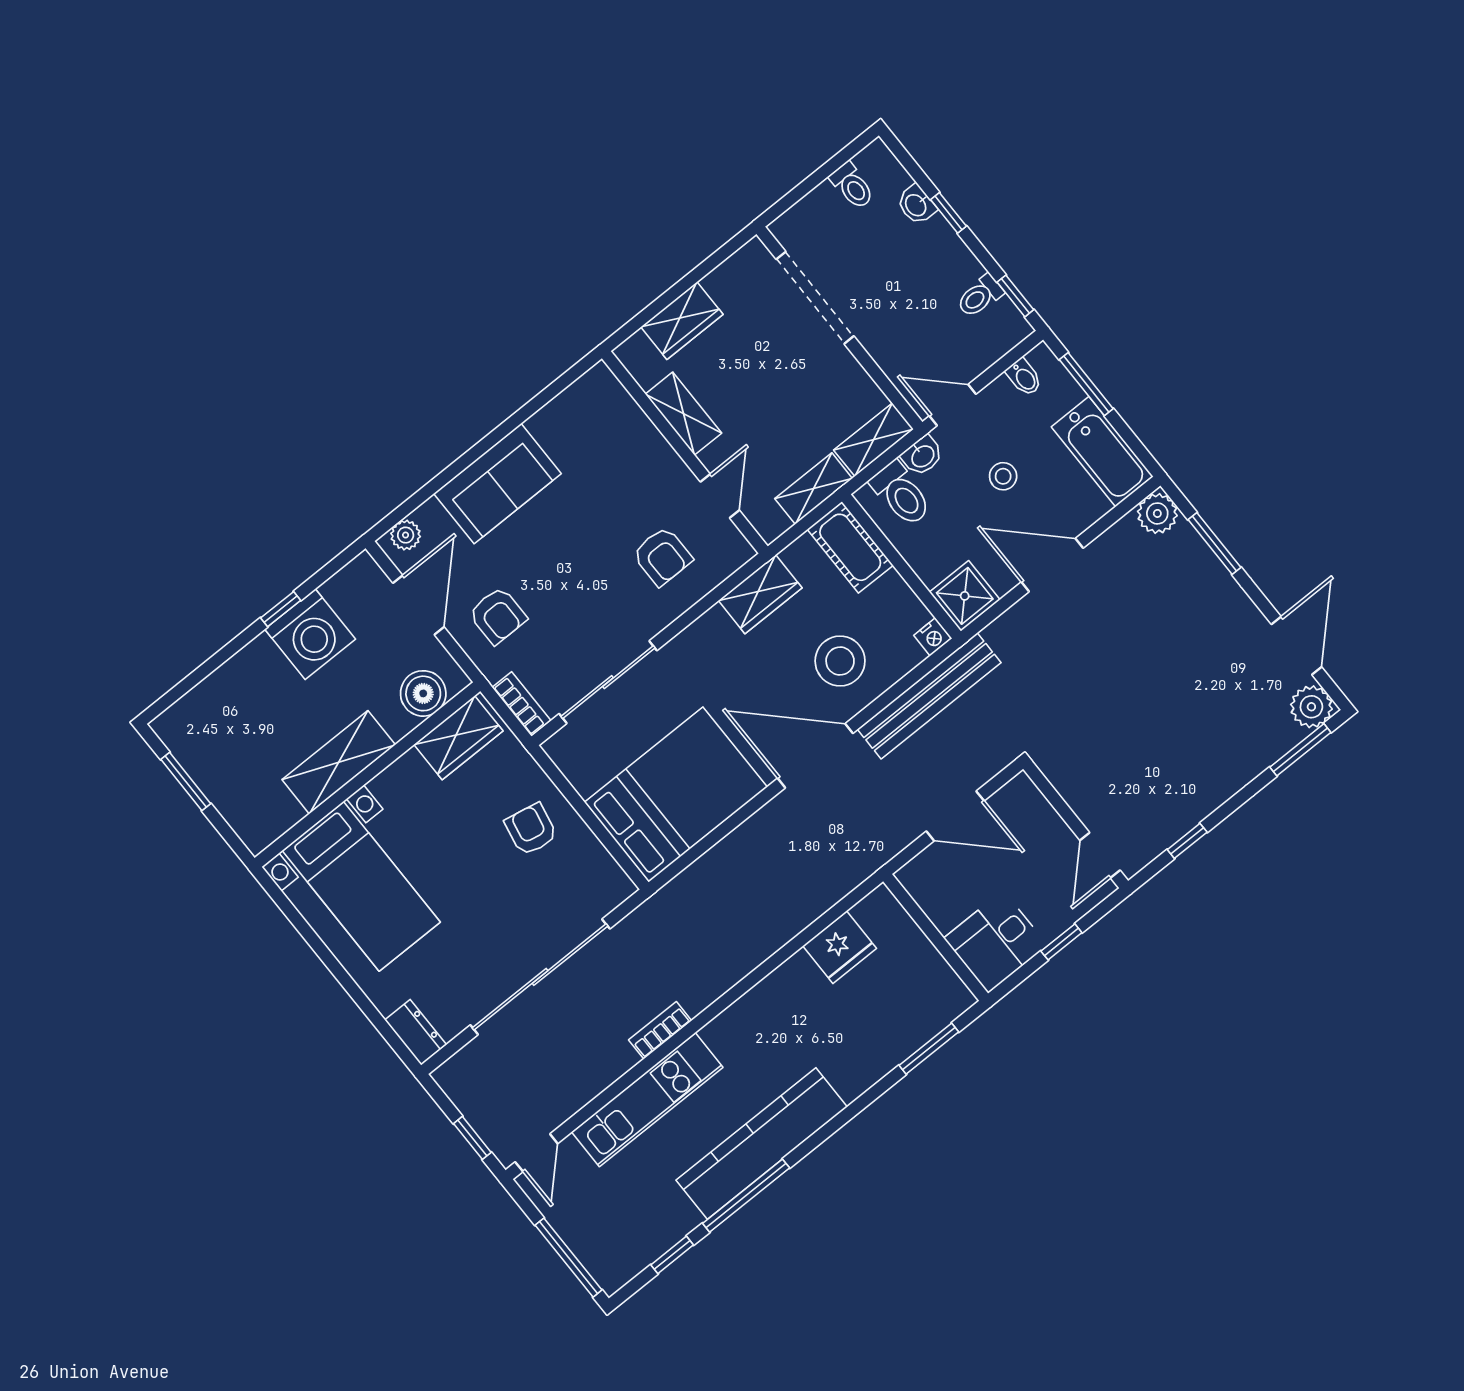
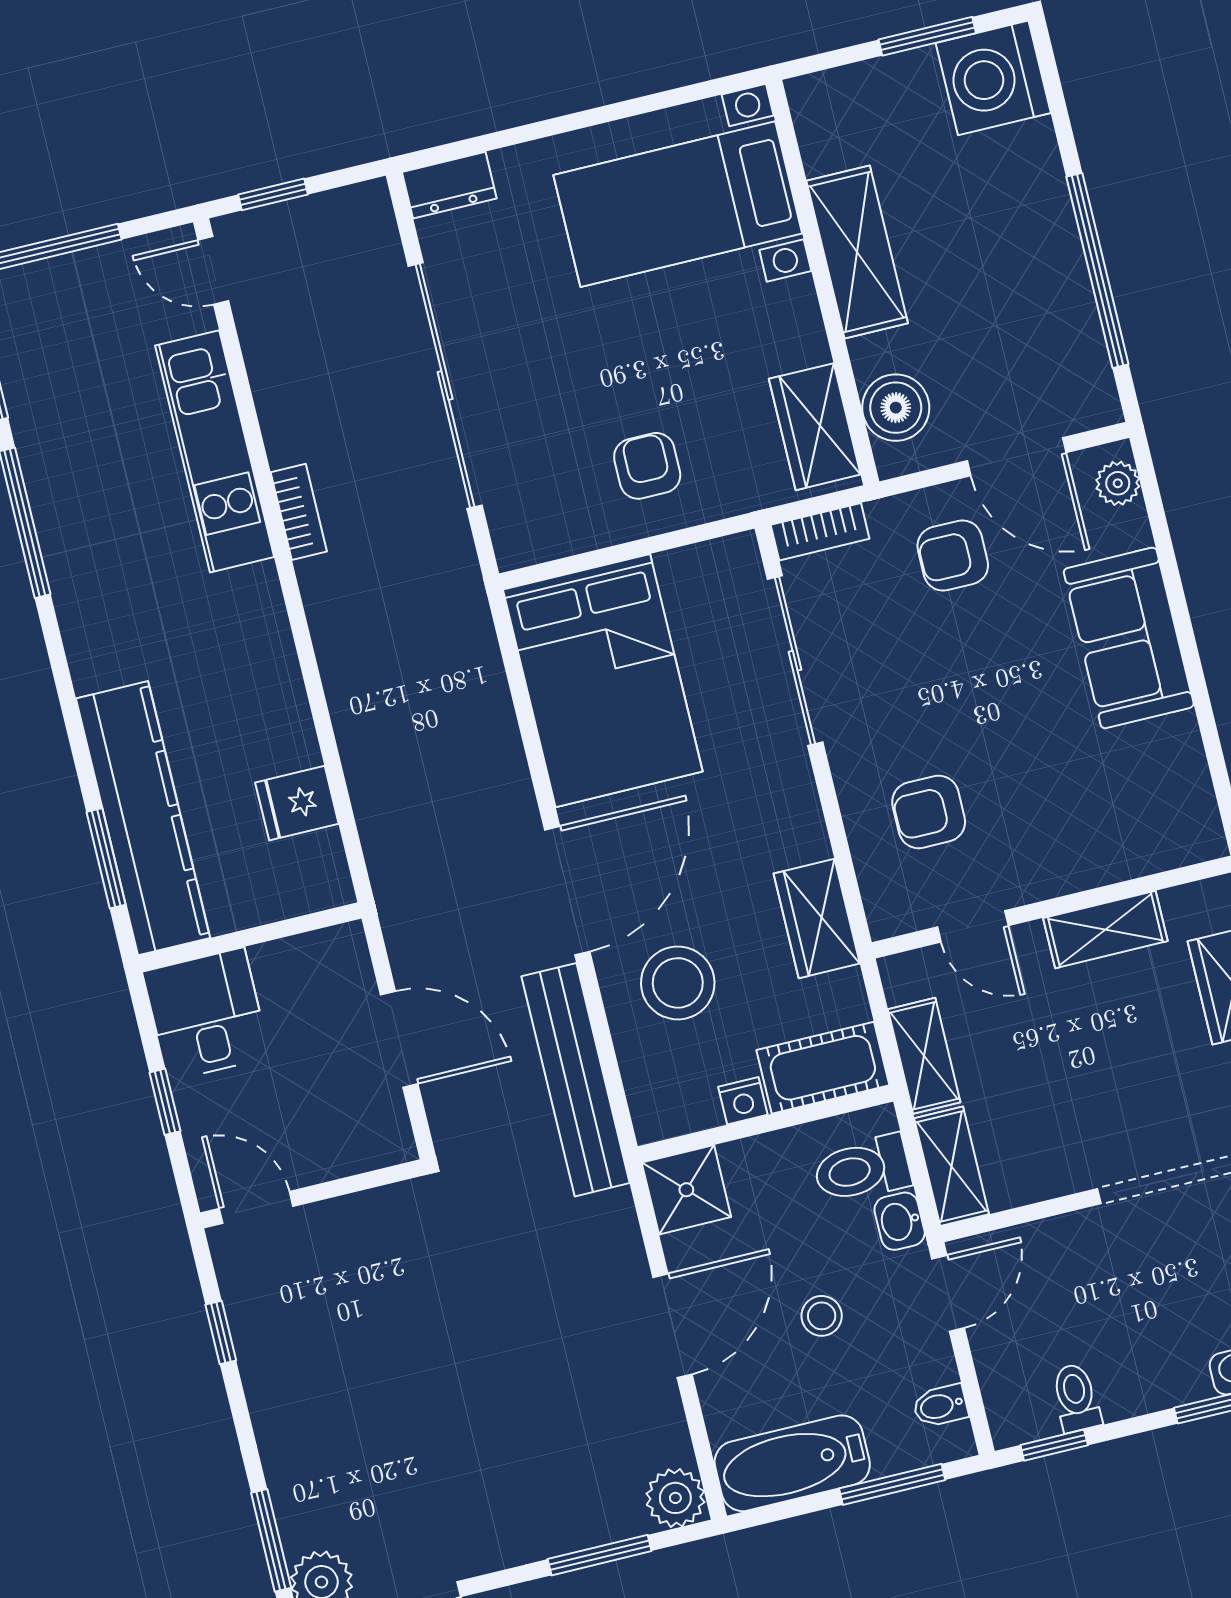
window: (281, 609) -> (1097, 270), width x3.17
washing machine: (310, 634) -> (993, 78), moved
nightstand: (933, 637) -> (743, 1101), moved, turned -90
door: (955, 816) -> (399, 1039), swing flipped
armchair: (531, 829) -> (647, 466), turned -101
fridge: (840, 947) -> (297, 803), width x0.72
kitchen counter: (762, 1144) -> (143, 818), moved

